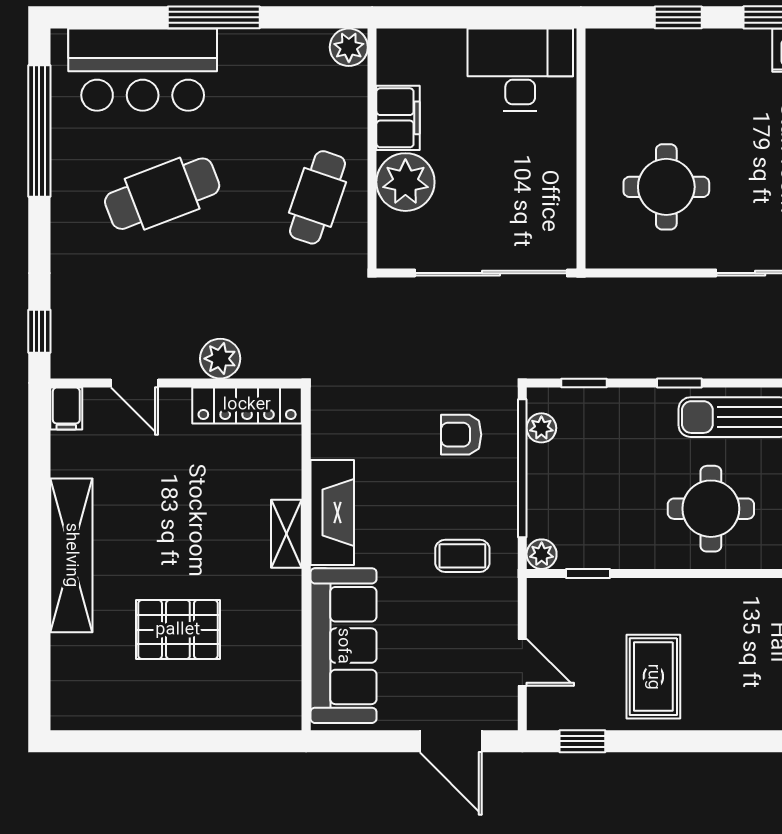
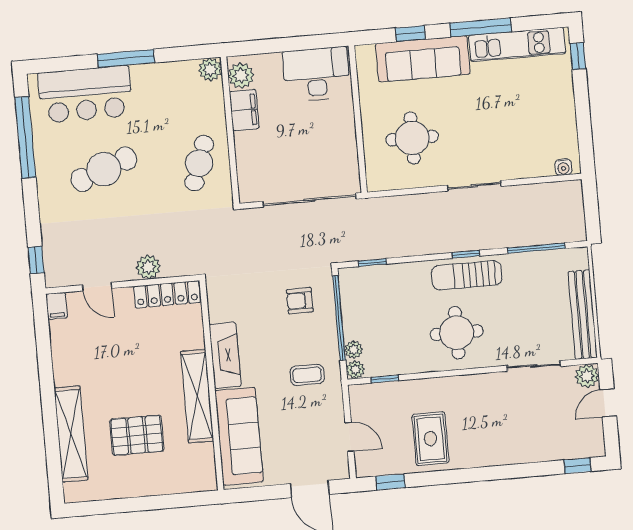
sofa: (695, 60) -> (423, 59), added
plant: (405, 182) -> (241, 76), moved, width x0.73, depth x0.73
window: (679, 383) -> (466, 254), moved
plant: (541, 428) -> (354, 350), moved
shelving: (286, 534) -> (197, 396), width x2.20, depth x1.33
shelving: (71, 555) -> (71, 434), moved

